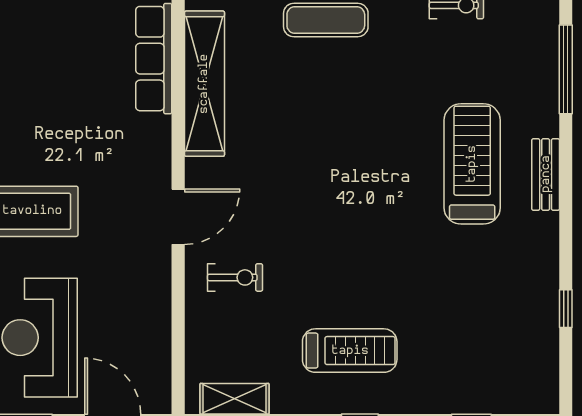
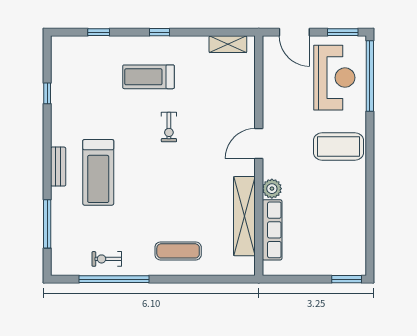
plant: (154, 134) -> (272, 189), added
exercise bike: (235, 277) -> (169, 127), moved, turned -90
treadmill: (350, 351) -> (149, 77), moved

